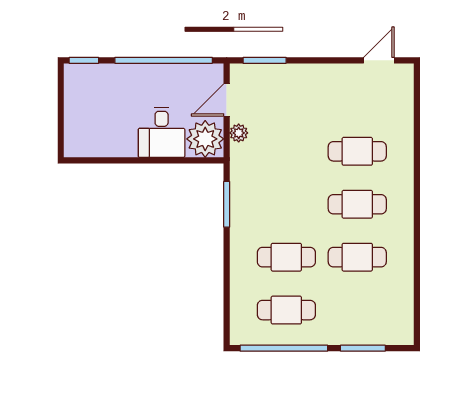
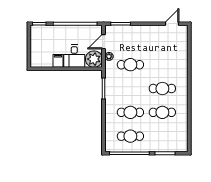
filing cabinet: (125, 143) -> (58, 61), added
cafe table: (357, 151) -> (130, 65), moved

